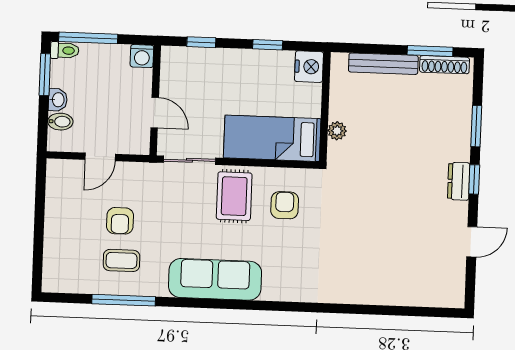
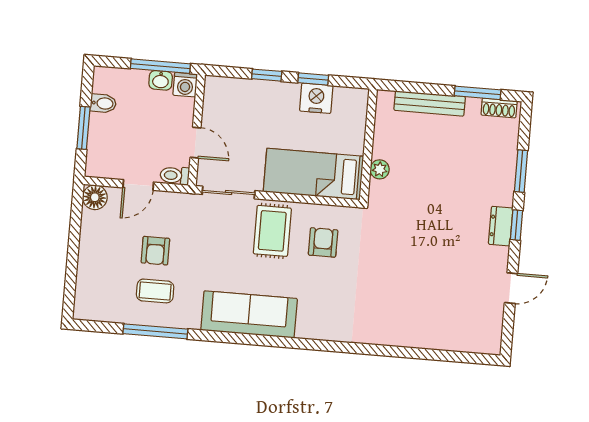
window: (88, 38) -> (160, 66), moved
window: (201, 42) -> (267, 75), moved
toilet: (65, 50) -> (175, 176), moved, turned 180
shoe rack: (444, 65) -> (499, 108), width x0.70
nightstand: (309, 67) -> (316, 98), moved, turned -90
window: (45, 75) -> (83, 128), moved
washbasin: (58, 100) -> (161, 80), moved, turned 90
bidet: (60, 122) -> (103, 103), moved
floor lamp: (58, 171) -> (95, 197), added

